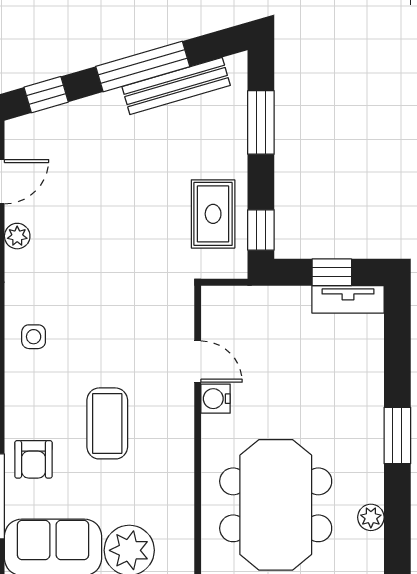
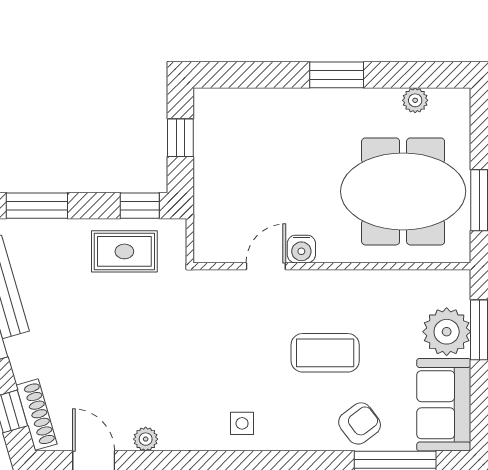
shoe rack: (43, 122) -> (36, 415), added
tv unit: (348, 299) -> (206, 122), removed
armchair: (33, 459) -> (360, 423), turned -37

